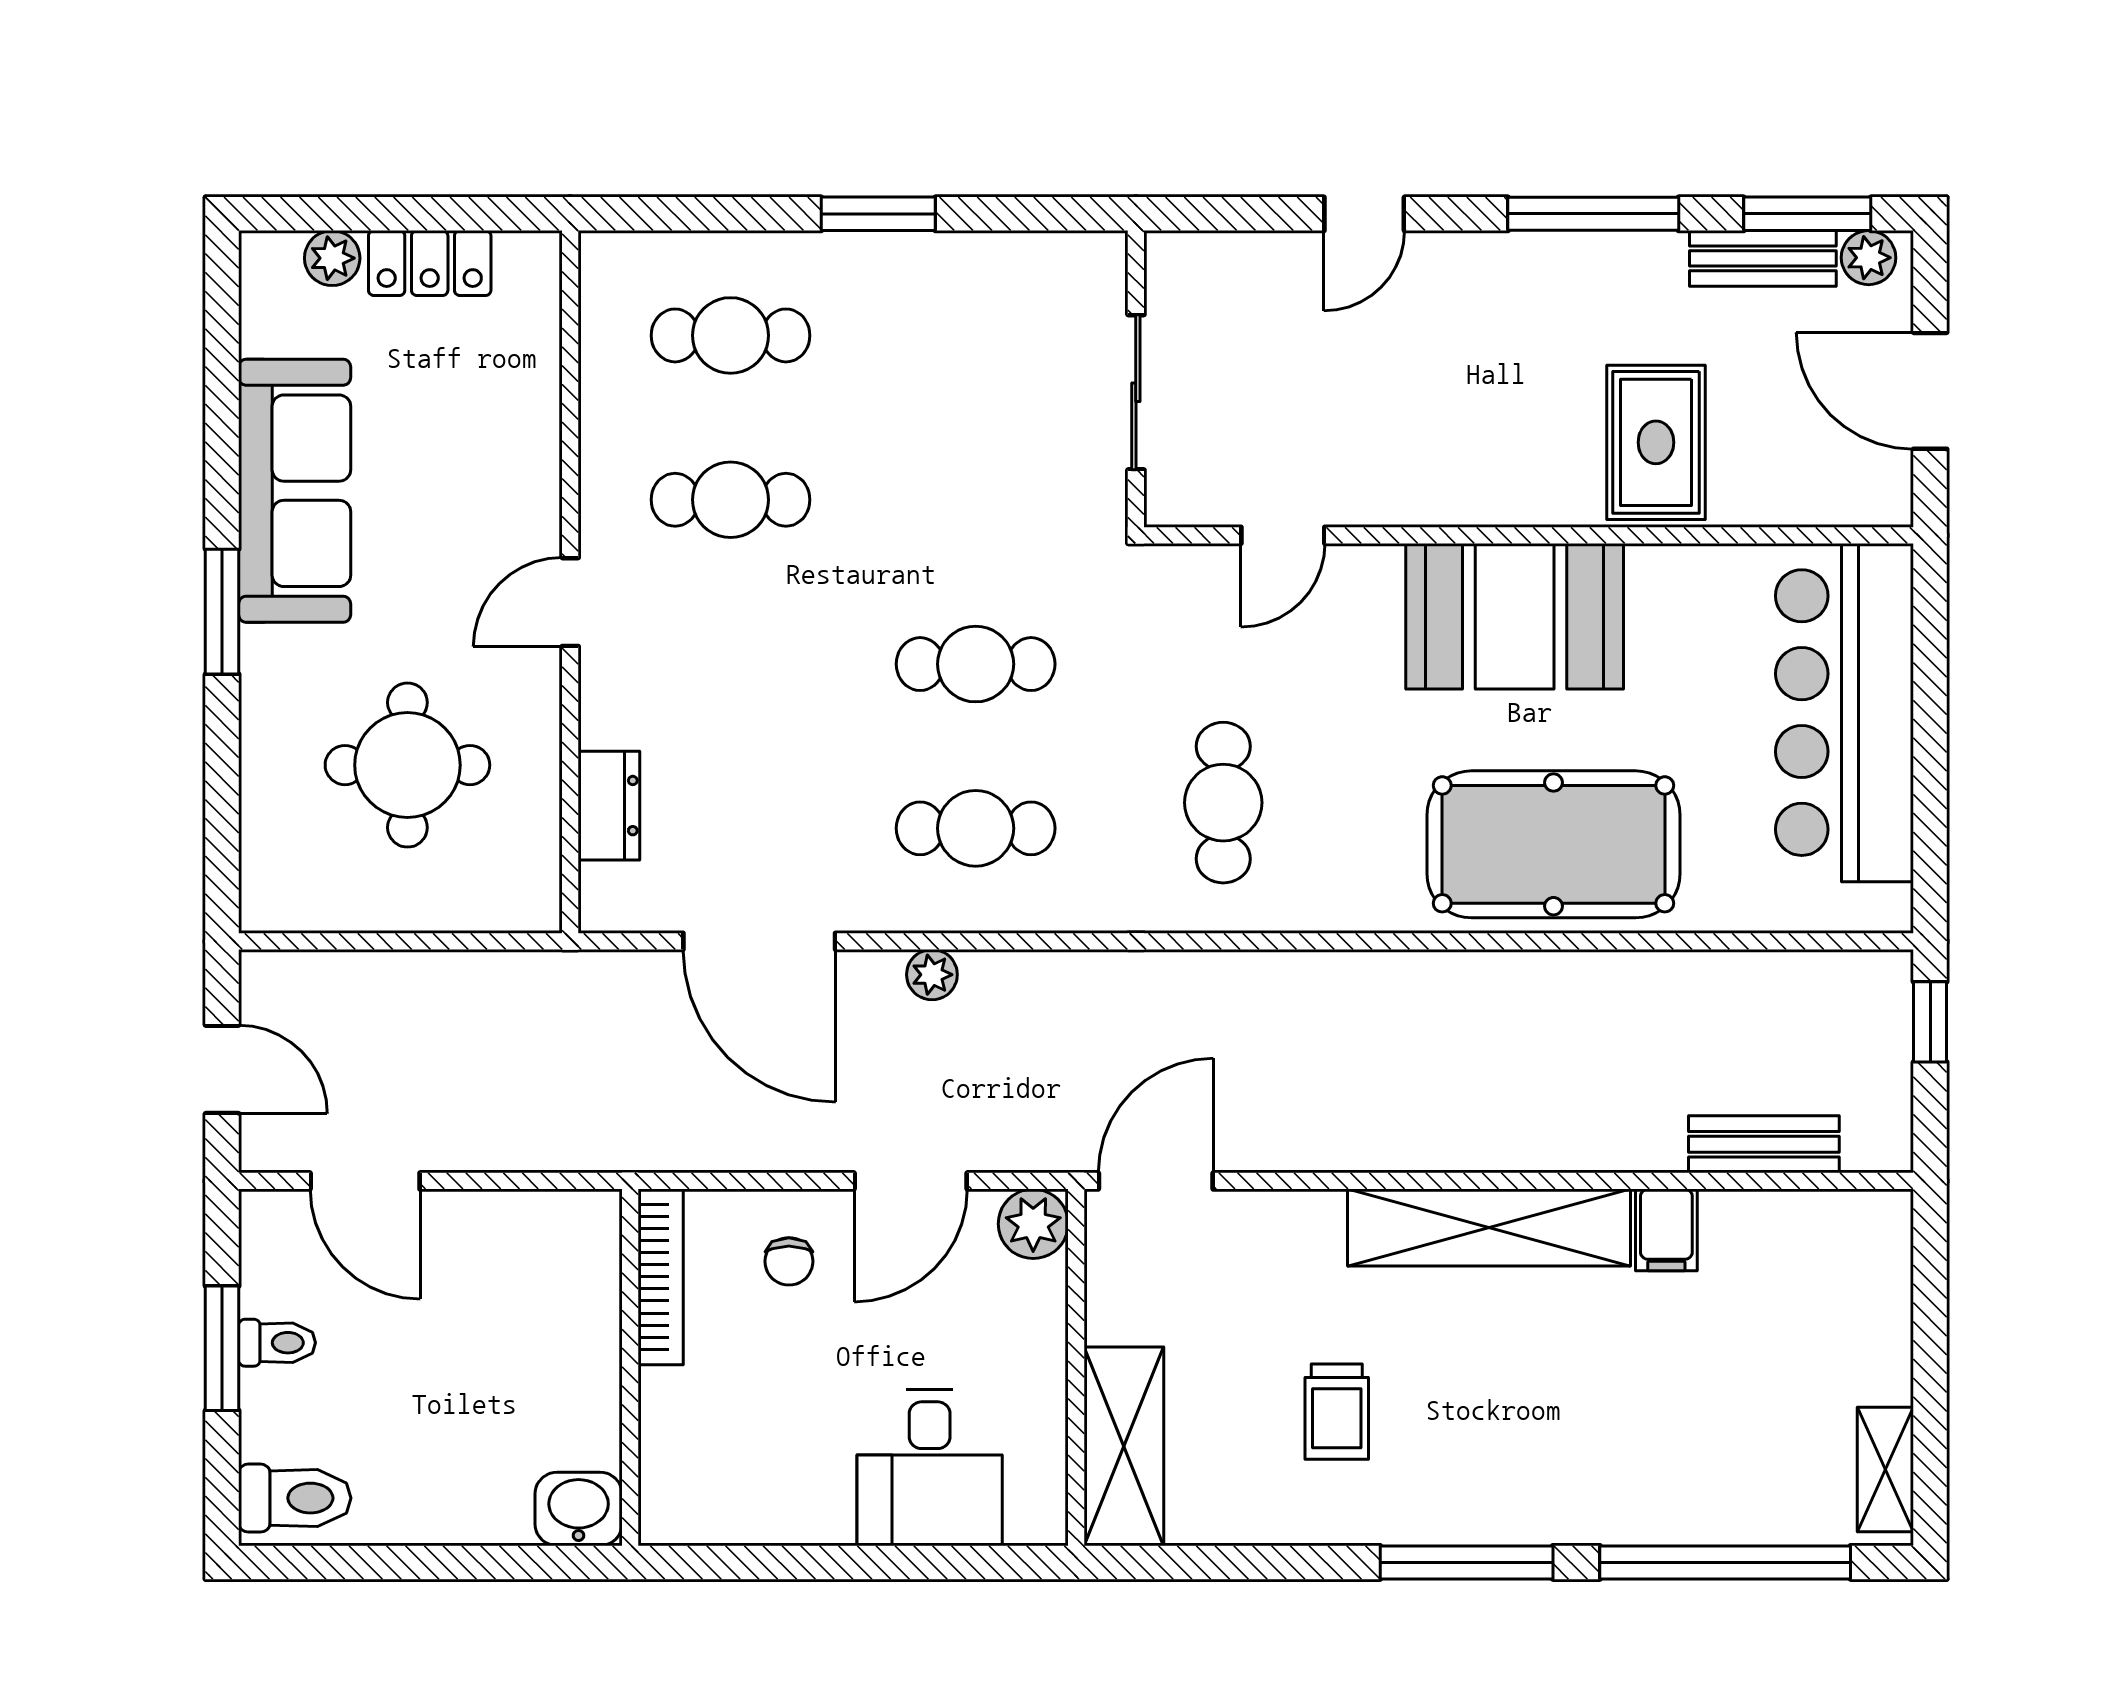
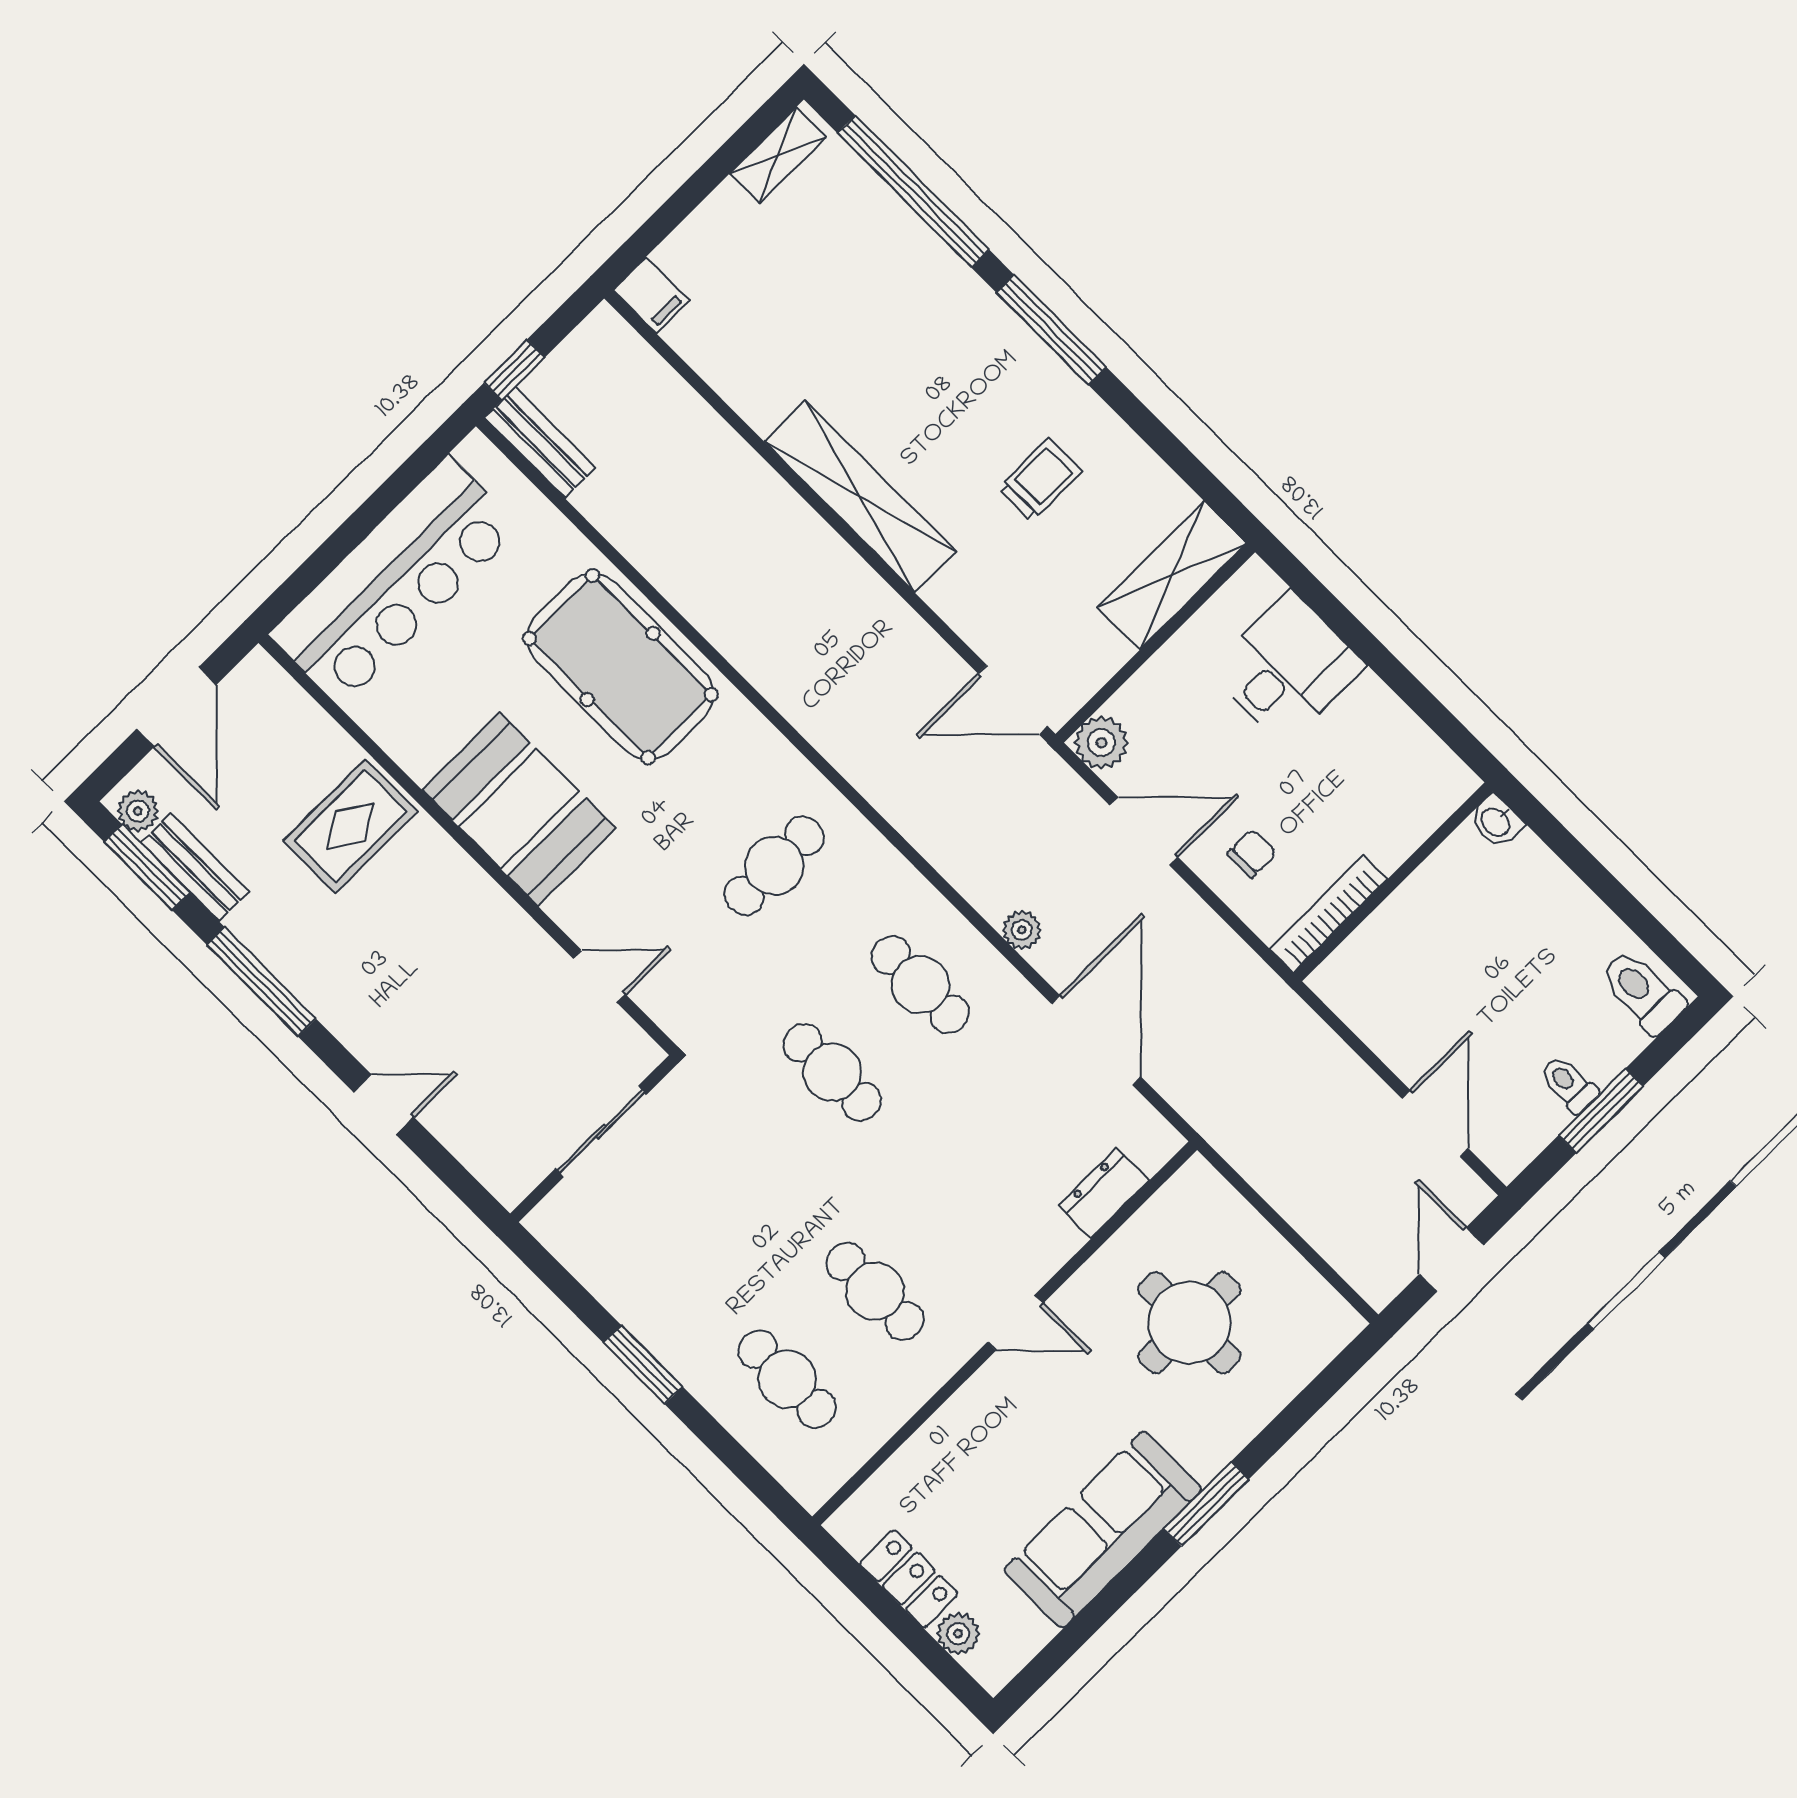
bench: (1764, 1144) -> (540, 443), moved
filing cabinet: (1666, 1230) -> (651, 295), moved, turned 90
washbasin: (579, 1509) -> (1496, 821), width x0.72, depth x0.69

